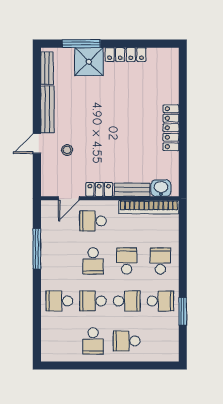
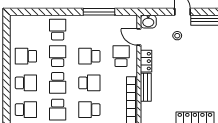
washbasin: (161, 188) -> (148, 22), moved, turned 90
school desk: (160, 261) -> (89, 110), turned 180
school desk: (127, 341) -> (26, 83), turned 90
school desk: (160, 341) -> (26, 110), added

